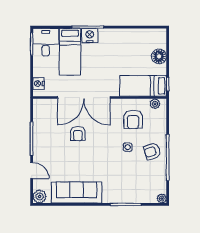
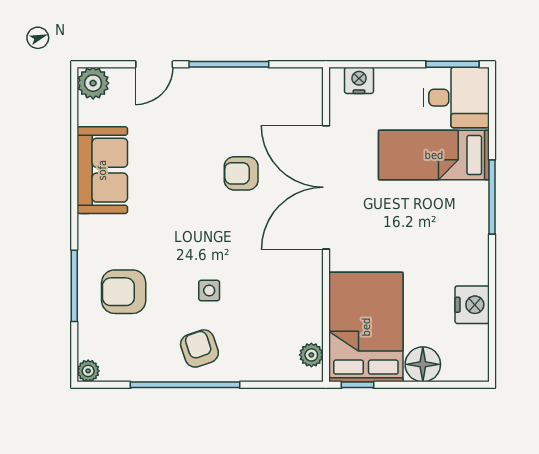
nightstand: (90, 35) -> (472, 305), moved
bed: (143, 86) -> (366, 327), width x1.50
armchair: (133, 119) -> (124, 292), moved
sofa: (77, 193) -> (102, 170), width x0.73

